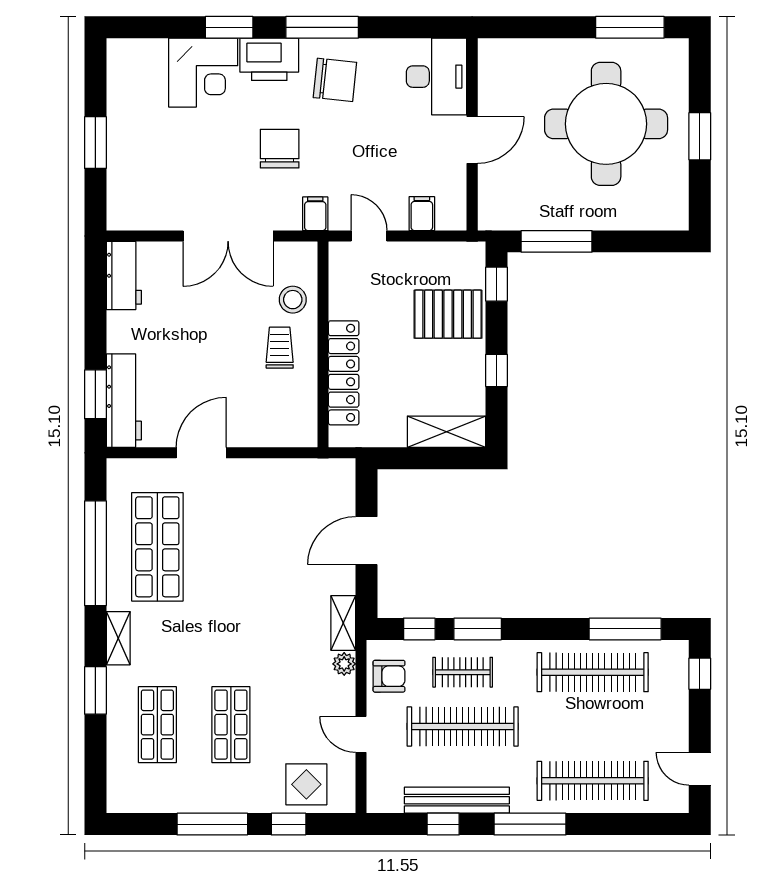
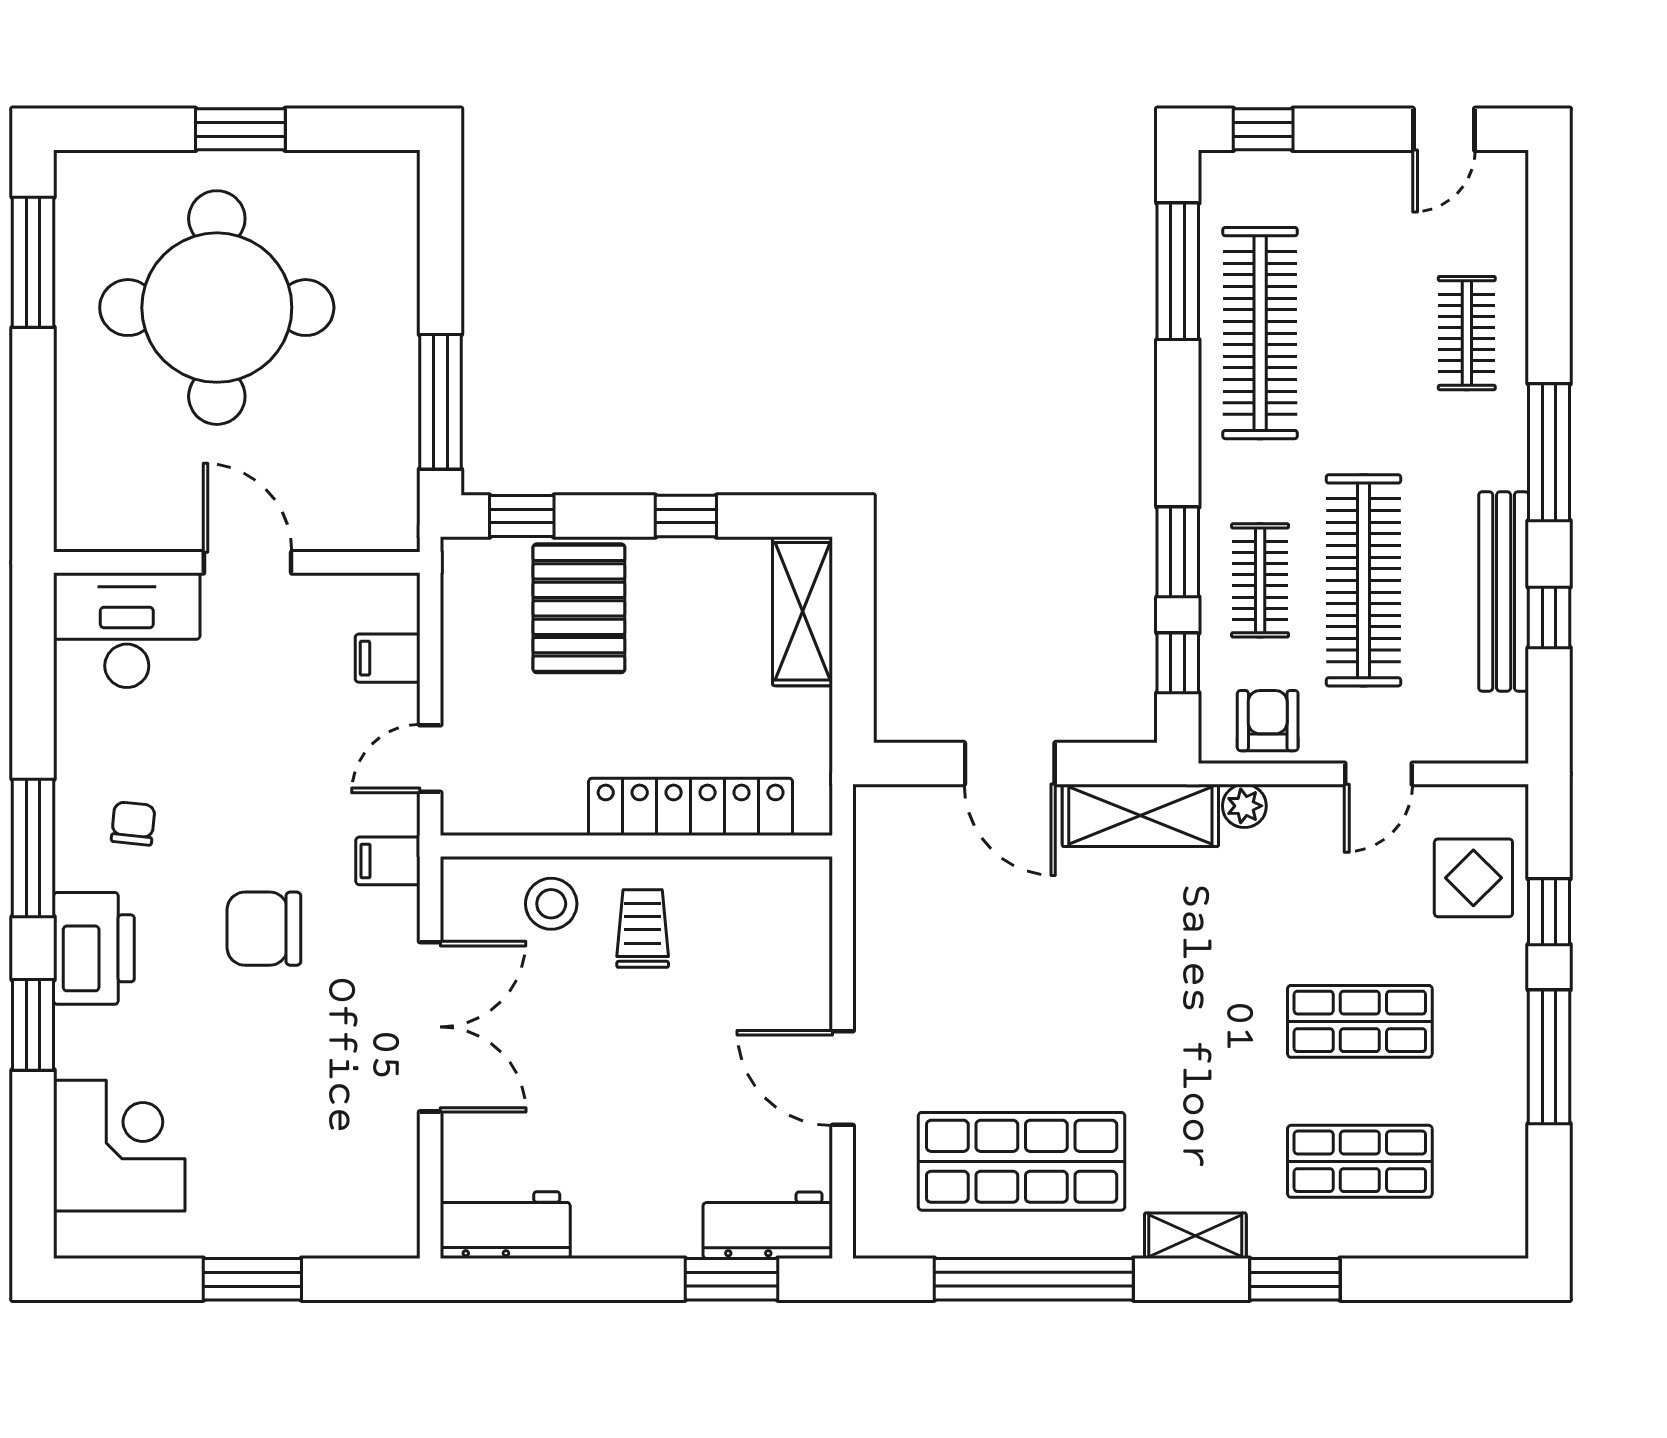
corner desk: (203, 73) -> (119, 1146), moved
chair: (335, 80) -> (133, 823), width x0.54, depth x0.54
trolley: (280, 348) -> (643, 929), turned 90
workbench: (124, 401) -> (768, 1225), width x0.73
shelving: (343, 623) -> (1140, 815), width x1.50, depth x1.33
clothes rail: (593, 781) -> (1467, 333), width x0.54, depth x0.76

